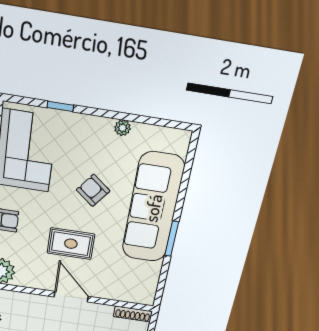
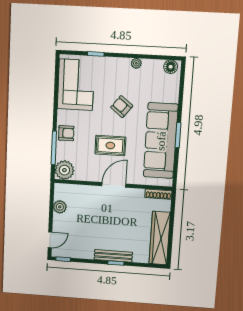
floor lamp: (175, 139) -> (171, 67), added
sofa: (153, 208) -> (161, 141), moved
door: (71, 297) -> (114, 185), hinge flipped

